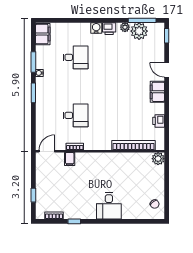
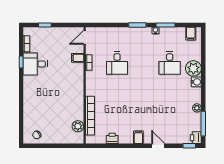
printer: (109, 29) -> (196, 138), moved
plant: (139, 31) -> (193, 68), moved
filing cabinet: (43, 34) -> (191, 34), width x0.50
door: (167, 70) -> (158, 146), hinge flipped
filing cabinet: (157, 92) -> (138, 137), width x0.50
door: (47, 151) -> (85, 37), swing flipped
plant: (158, 159) -> (78, 126), moved
desk: (109, 206) -> (35, 64), moved

